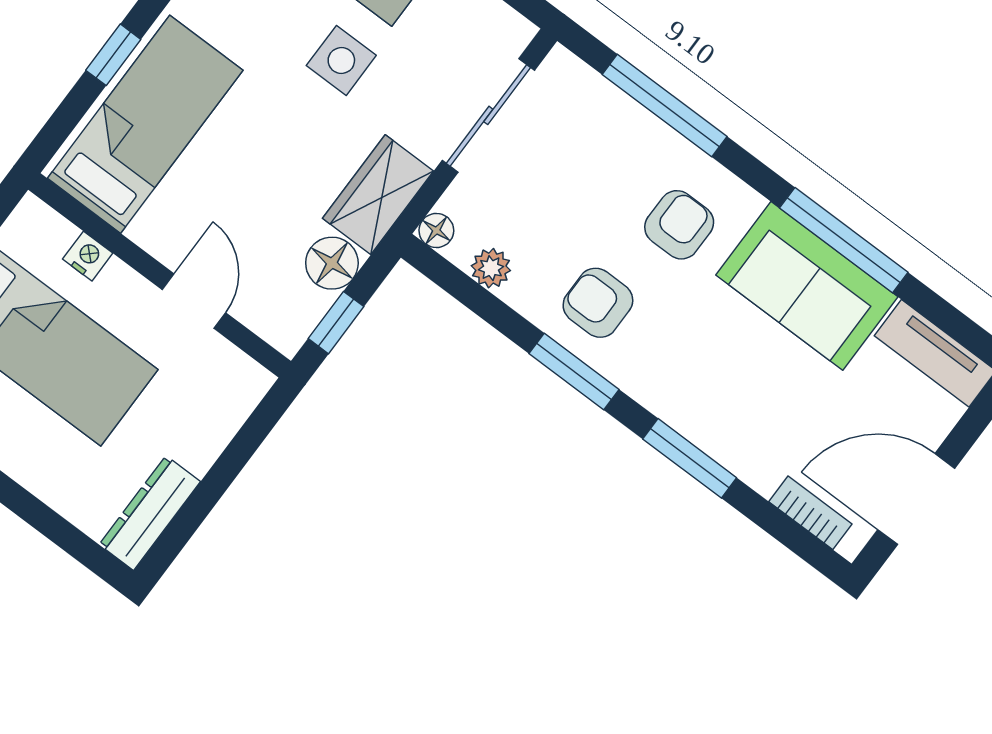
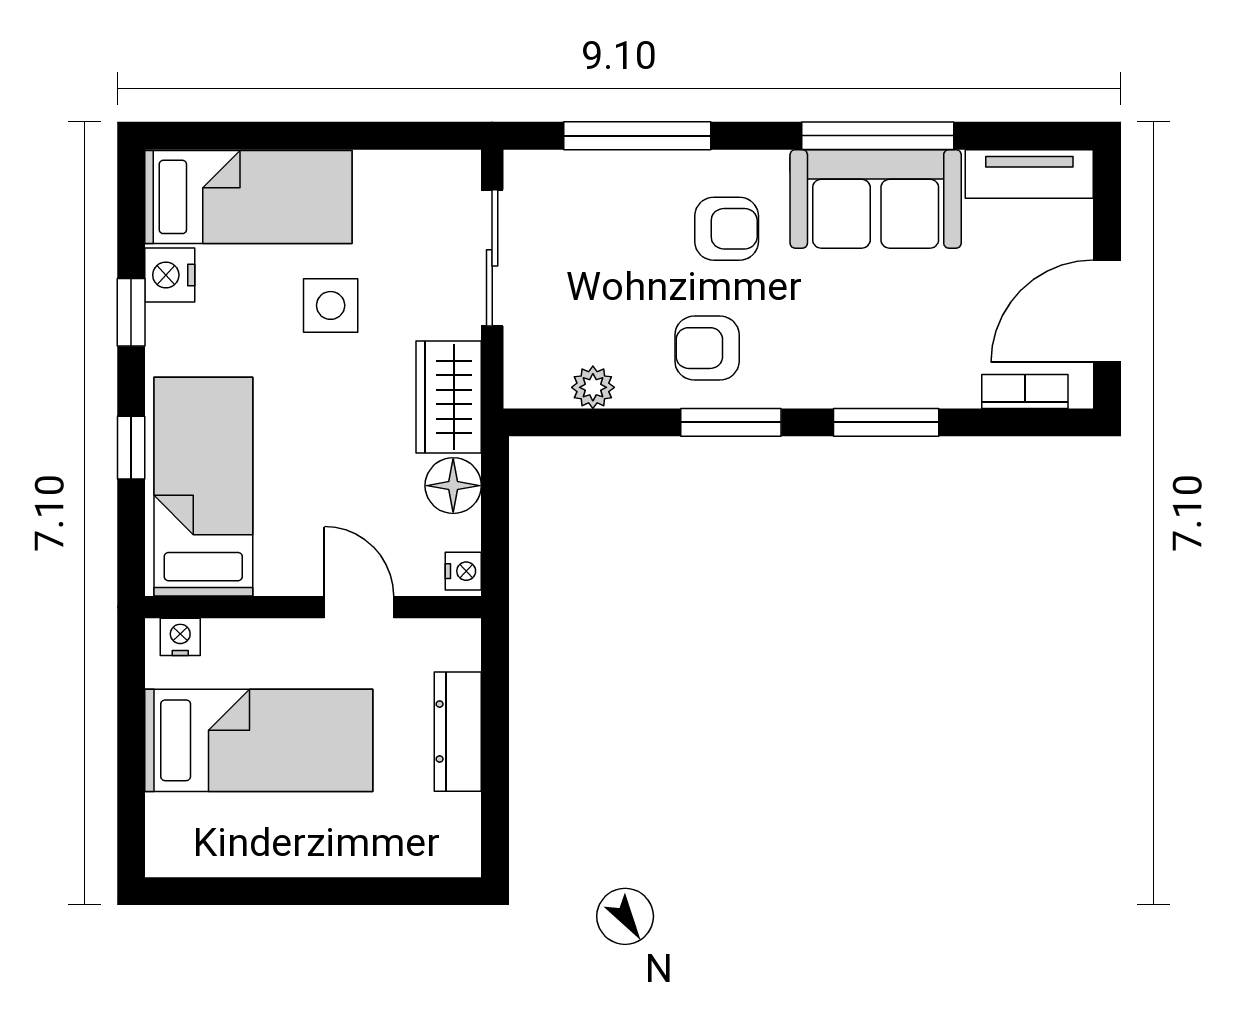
armchair: (679, 225) -> (727, 229), turned 90
floor lamp: (436, 230) -> (522, 390), removed
nightstand: (88, 256) -> (180, 637), moved
window: (336, 323) -> (495, 534), removed
nightstand: (292, 333) -> (463, 571), added
dresser: (150, 513) -> (458, 732), moved

